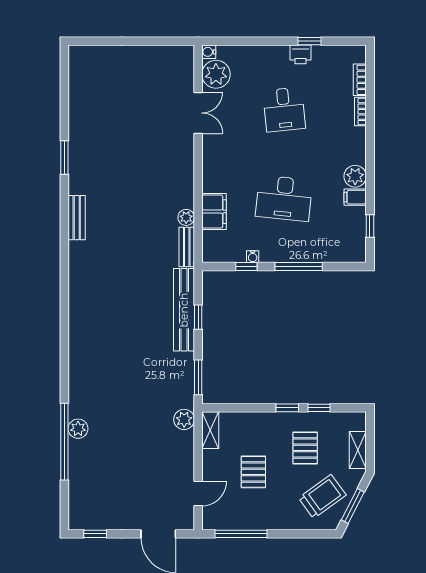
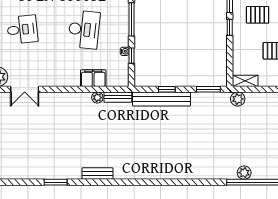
double door: (198, 113) -> (25, 89), swing flipped

